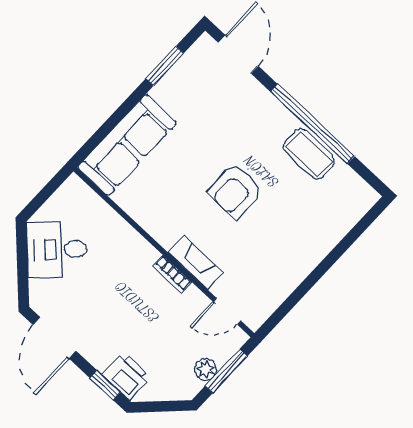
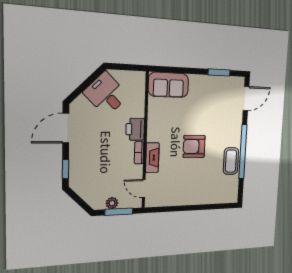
sofa: (127, 145) -> (168, 85), width x0.73
printer: (126, 376) -> (135, 129), moved, turned 180

